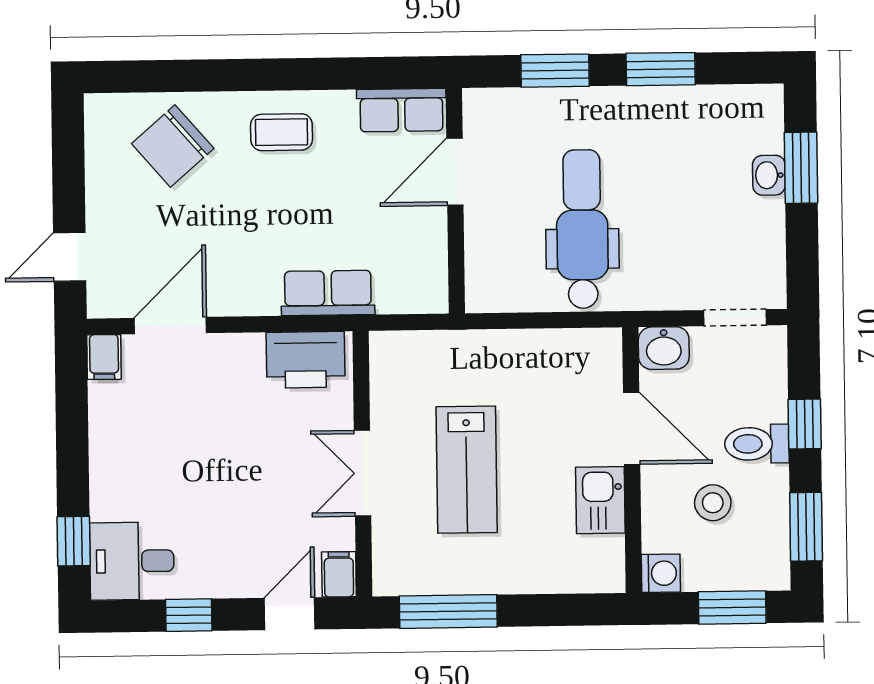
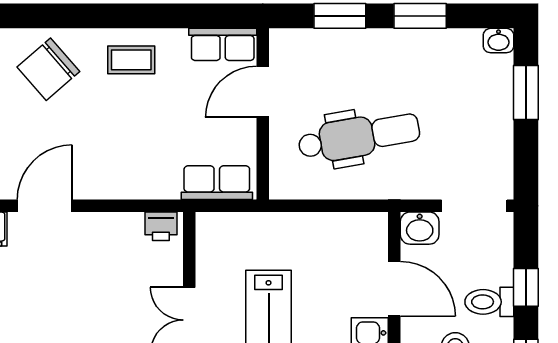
washbasin: (769, 175) -> (499, 41), moved, turned -90
dental chair: (582, 229) -> (359, 137), turned 80
row of seats: (328, 293) -> (217, 183), moved
doorway: (735, 318) -> (474, 206), width x1.38
printer: (306, 360) -> (161, 226), width x0.53, depth x0.68

